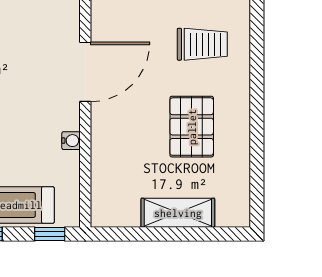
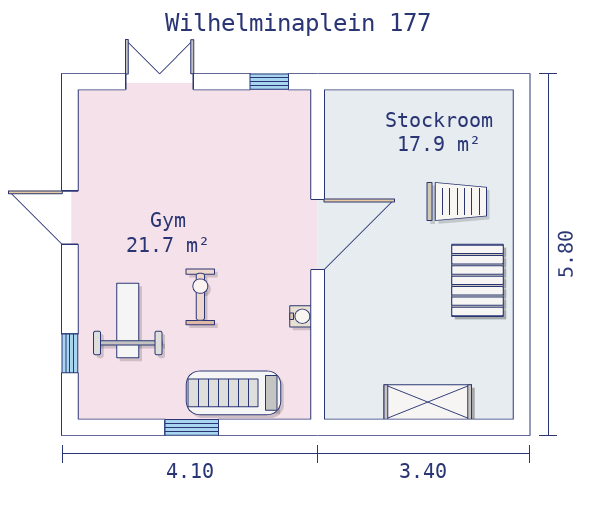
pallet: (192, 127) -> (477, 280), moved
window: (50, 234) -> (275, 427), removed

